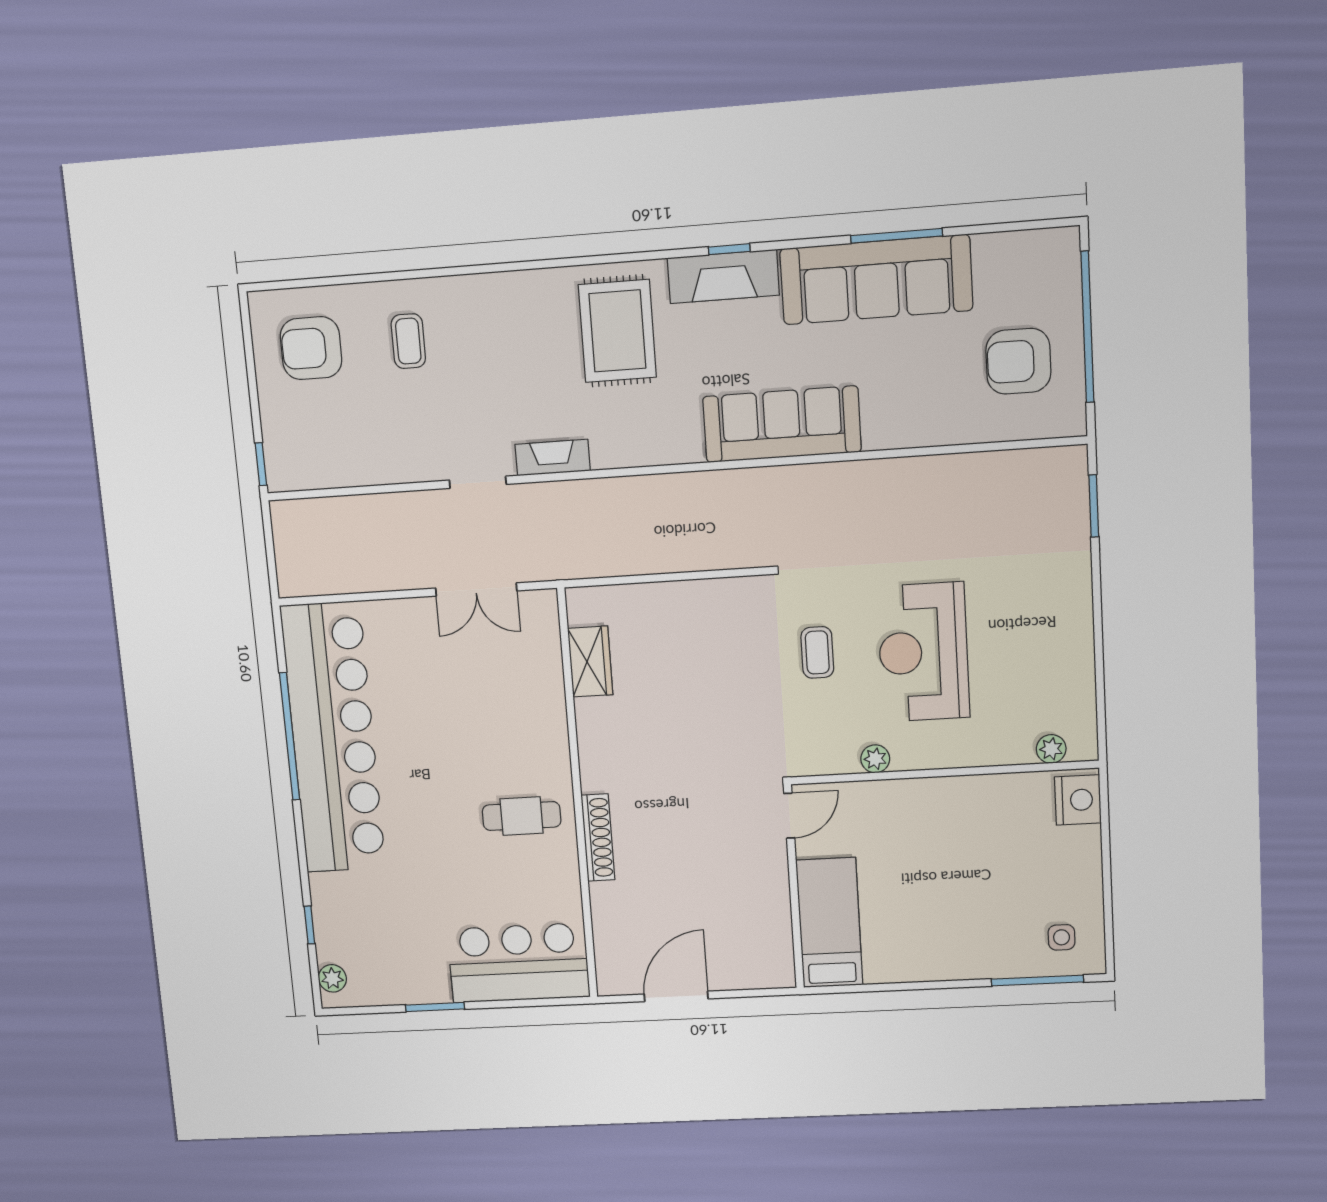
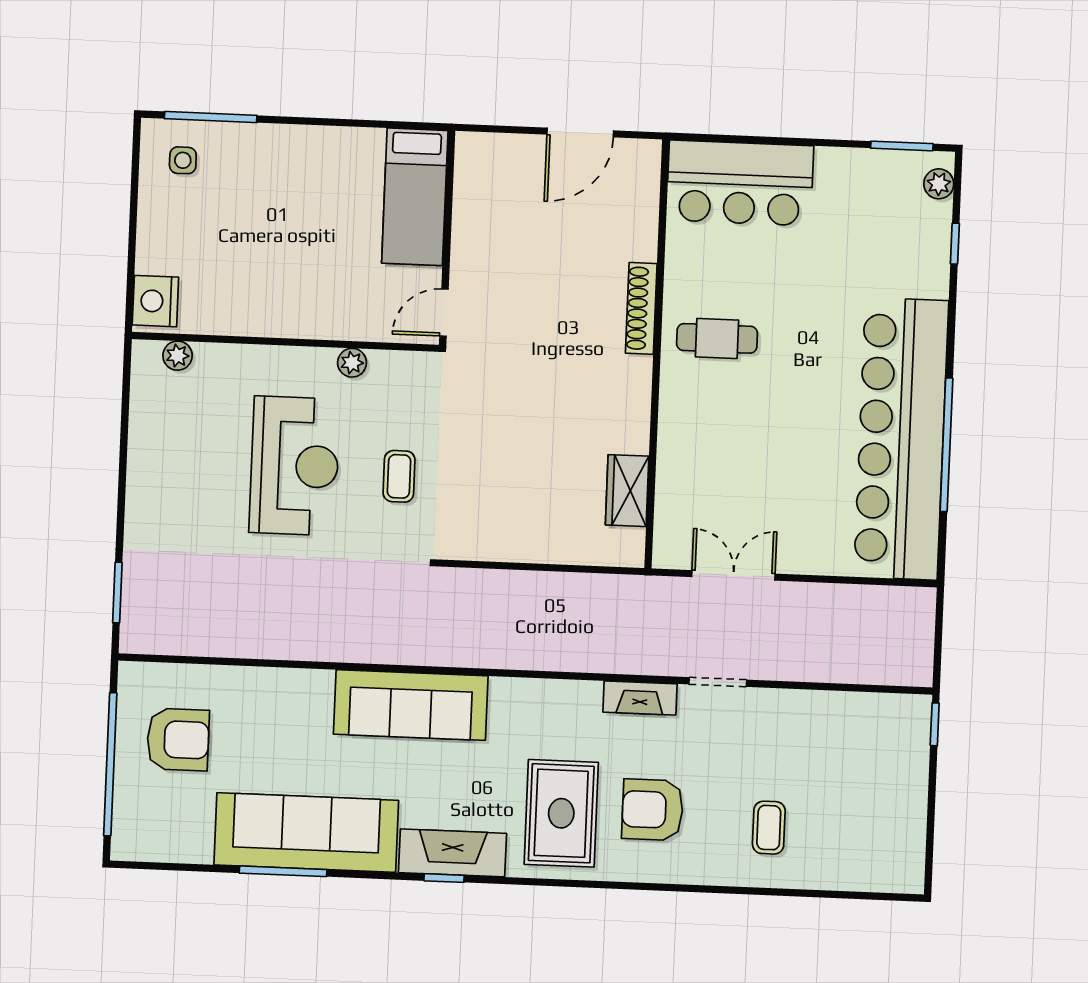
armchair: (311, 348) -> (652, 810), moved, turned 180
window: (435, 1007) -> (902, 146), moved

